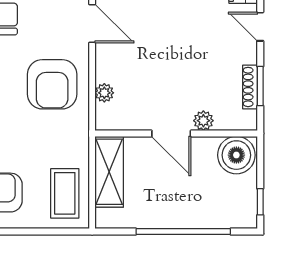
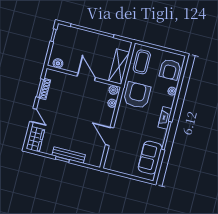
armchair: (52, 84) -> (137, 95), moved
plant: (203, 121) -> (113, 90), moved
boiler: (236, 155) -> (58, 63), width x0.54, depth x0.54

